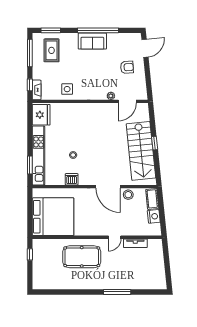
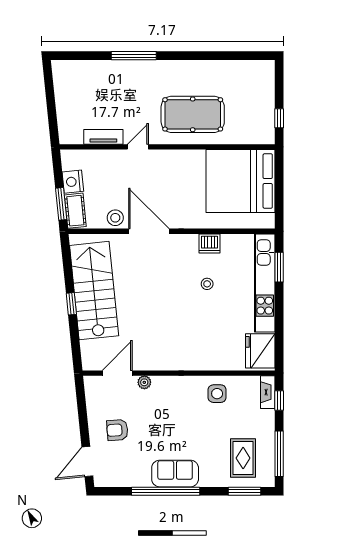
window: (161, 203) -> (61, 204), added

